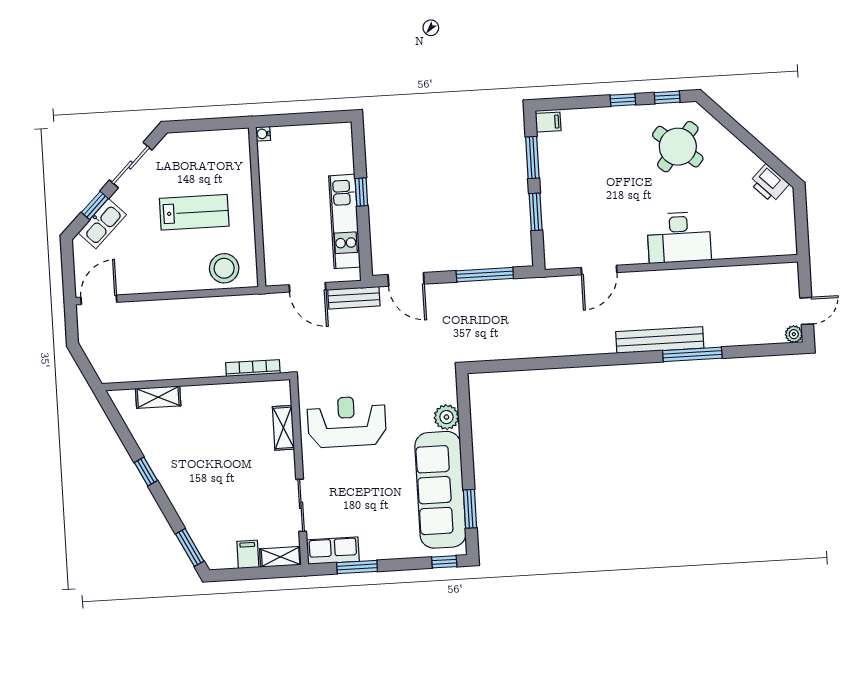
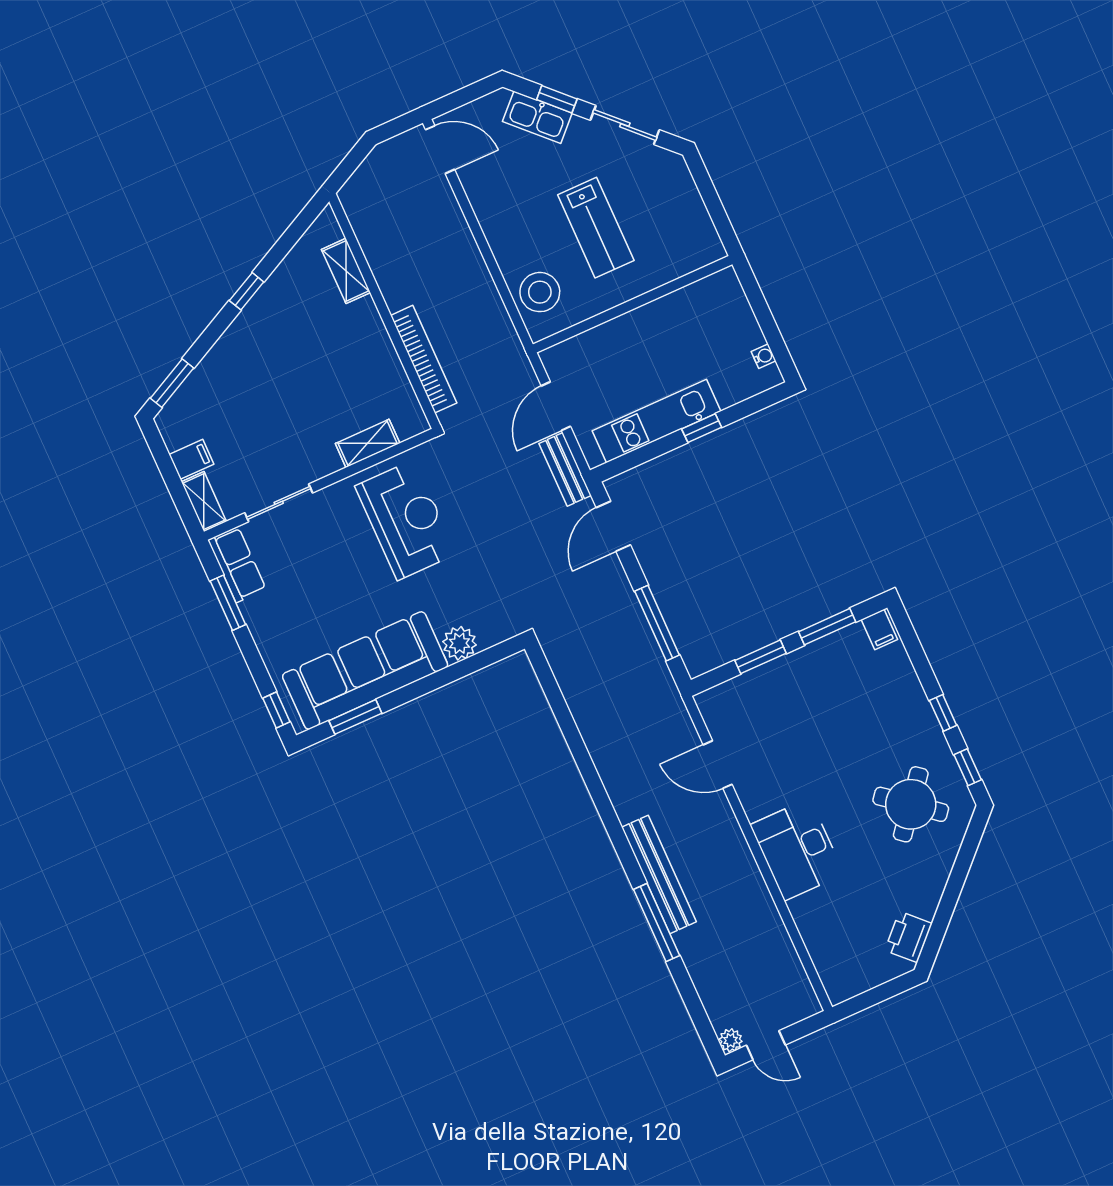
water cooler: (263, 134) -> (764, 356), moved, turned 90
bookcase: (253, 368) -> (424, 359), width x1.48, depth x1.31

